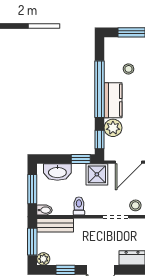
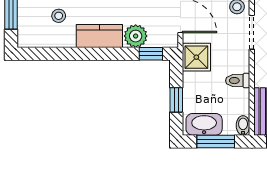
window: (99, 89) -> (85, 54), removed
window: (81, 159) -> (176, 100), moved
washbasin: (57, 172) -> (204, 124), moved, turned -90

